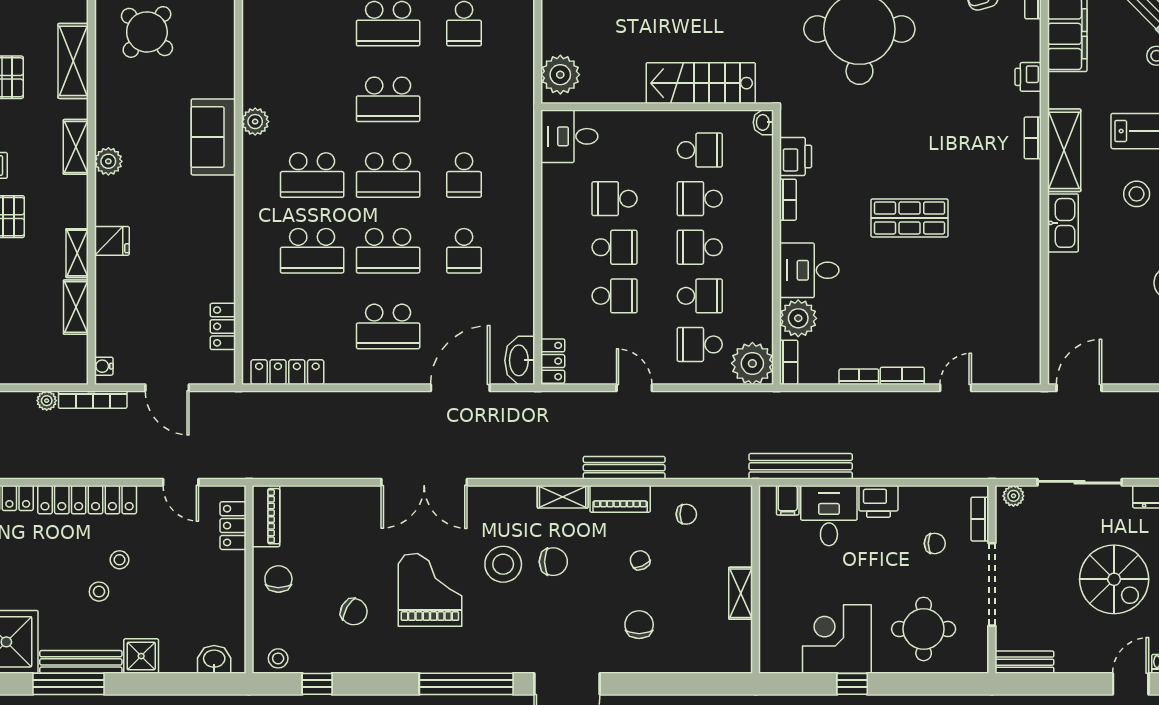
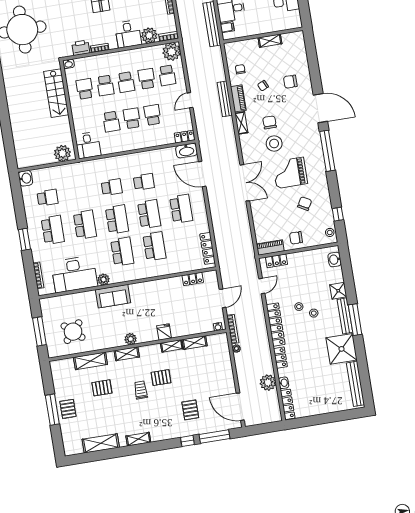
desk: (278, 57) -> (74, 274), added

